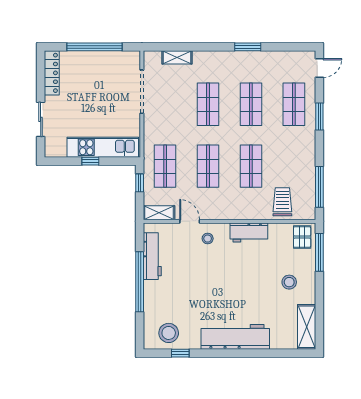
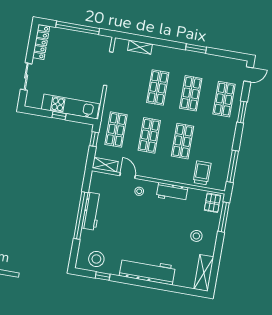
workbench: (152, 256) -> (92, 211), moved

